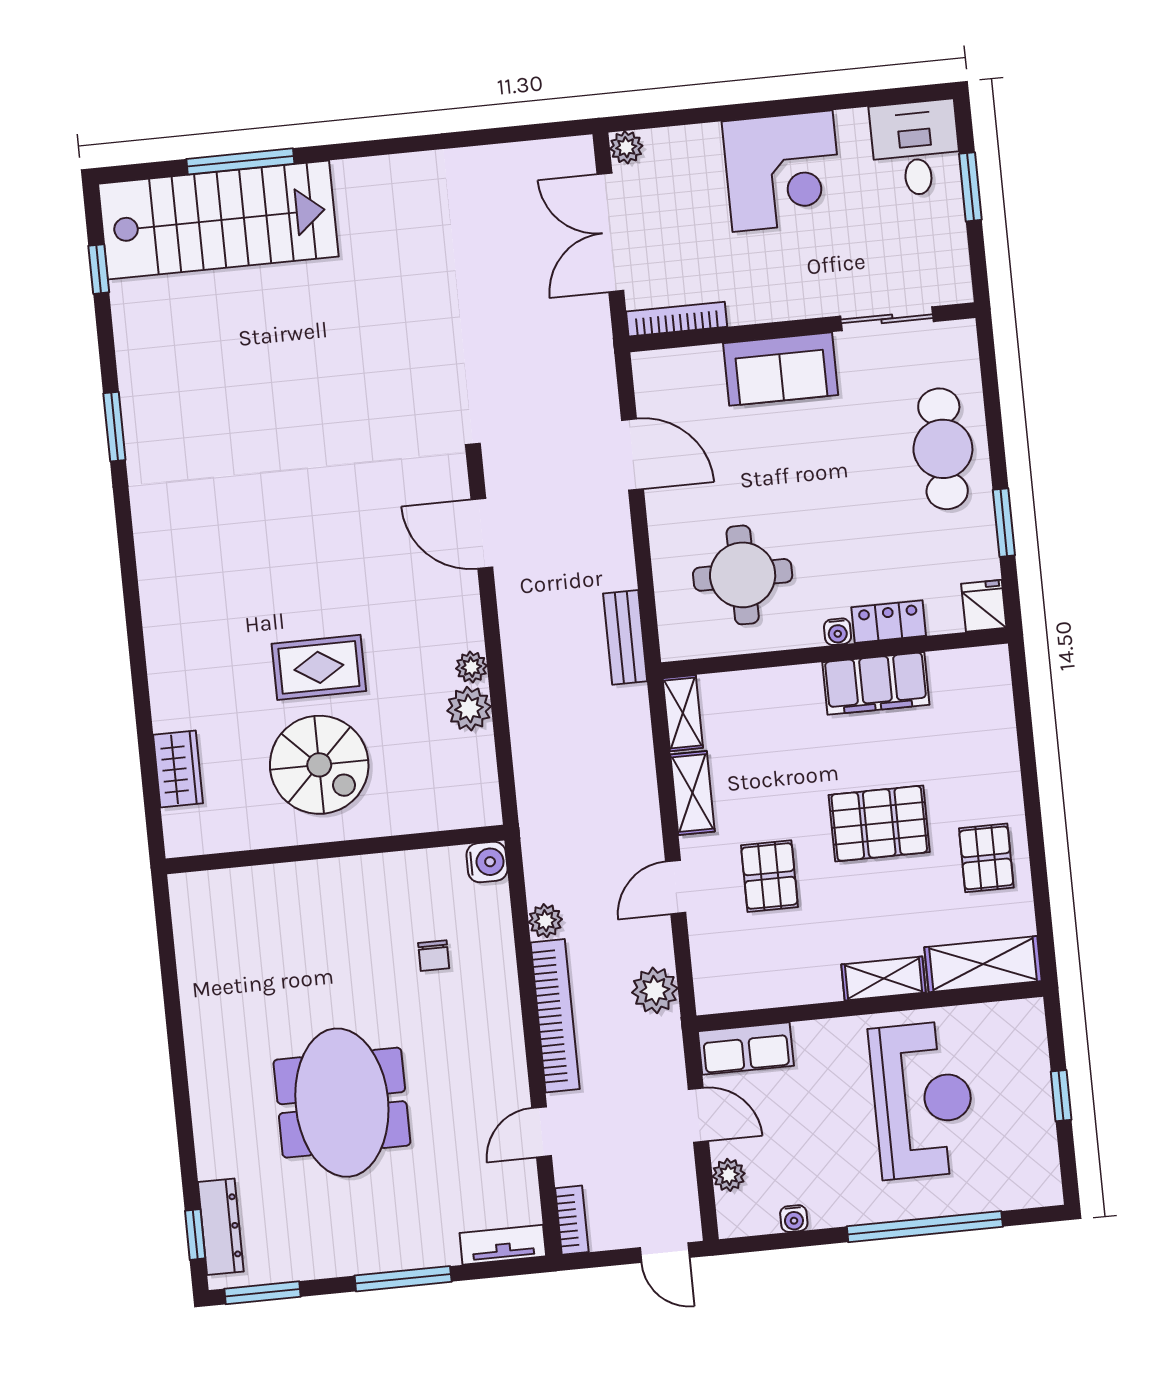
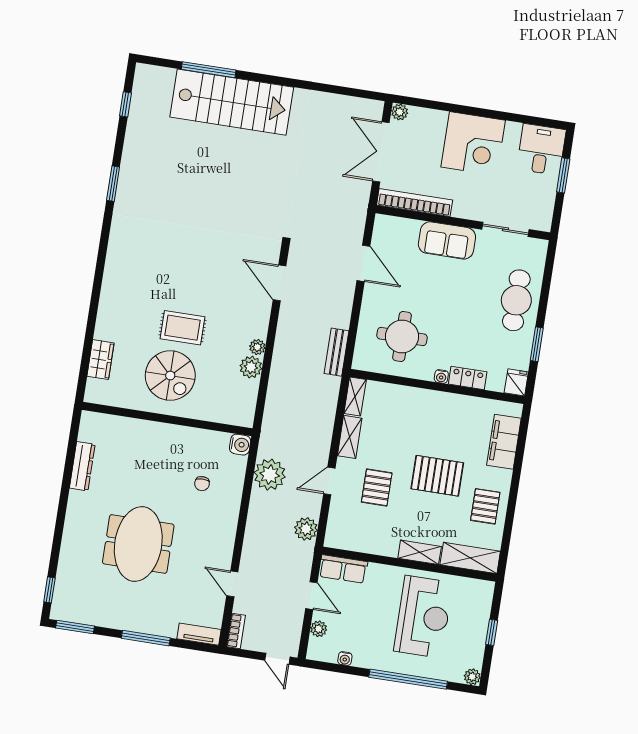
stairs: (218, 220) -> (232, 102), moved
bookcase: (677, 319) -> (415, 203), width x1.48, depth x1.31
filing cabinet: (876, 683) -> (504, 442), moved, turned 90
plant: (545, 921) -> (270, 475), width x1.87, depth x1.87
bookcase: (555, 1016) -> (254, 529), removed
door: (542, 1132) -> (232, 584), hinge flipped
plant: (1046, 1190) -> (472, 677), added
dresser: (221, 1227) -> (82, 466), moved

